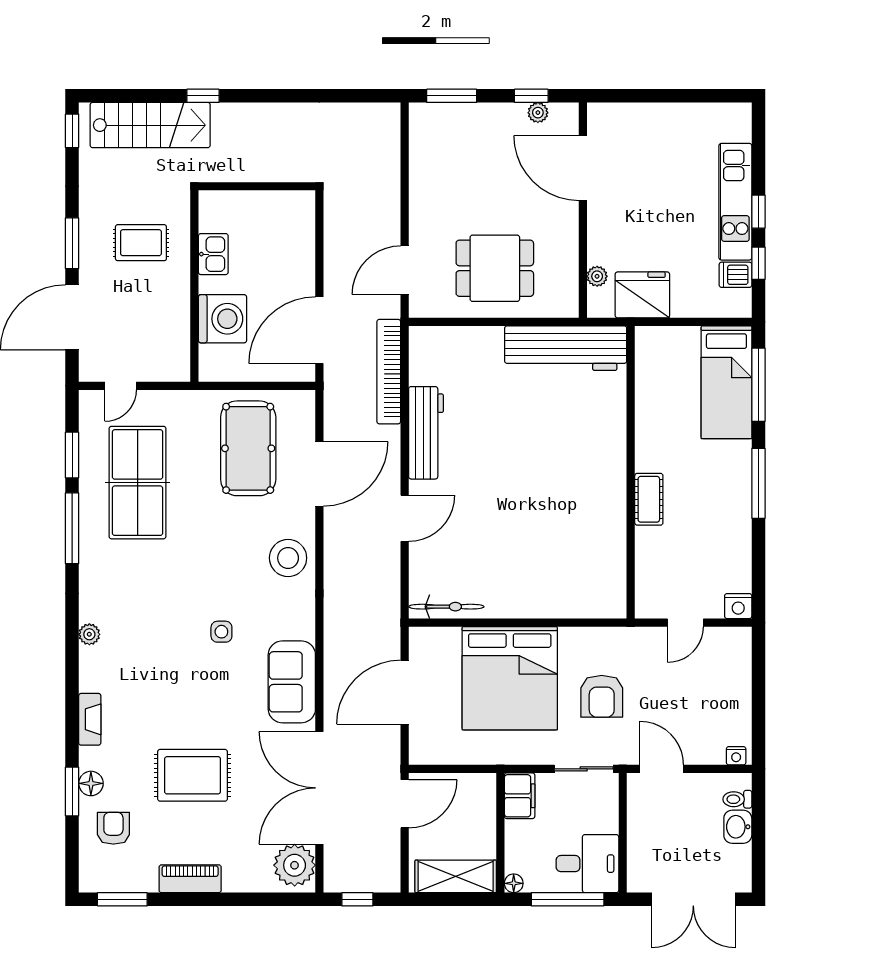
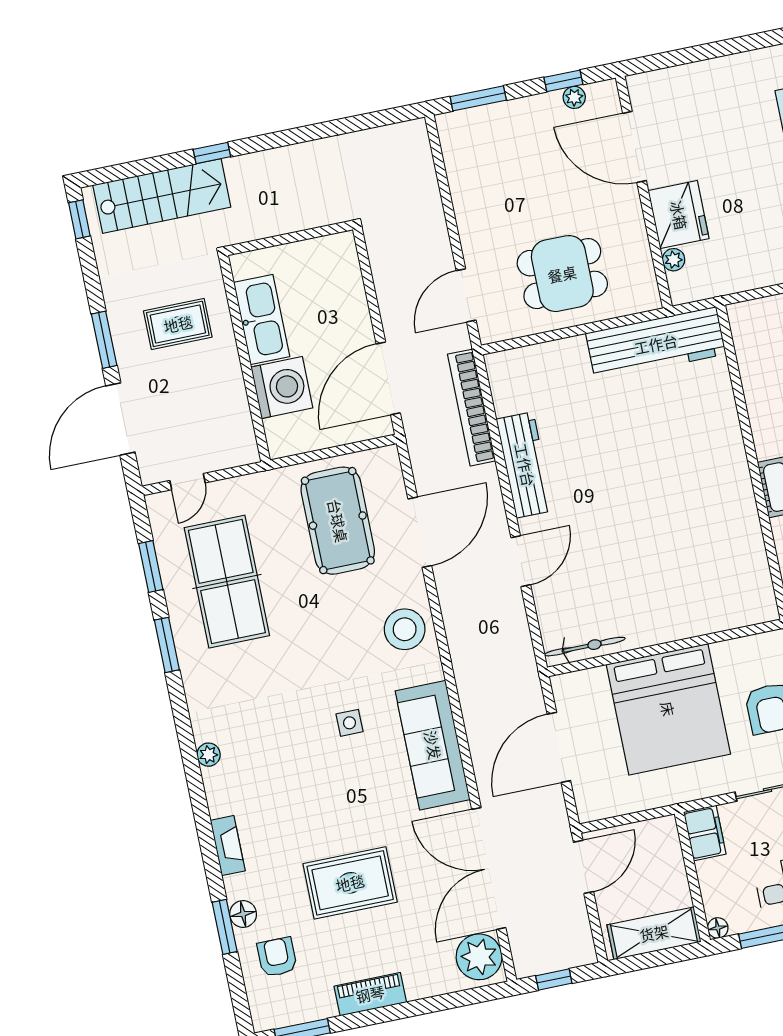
kitchen sink: (213, 254) -> (262, 319), width x1.87, depth x1.24
fridge: (642, 295) -> (679, 215), moved, turned 90
window: (72, 528) -> (167, 645), width x0.69
sofa: (292, 682) -> (433, 745), width x1.36

